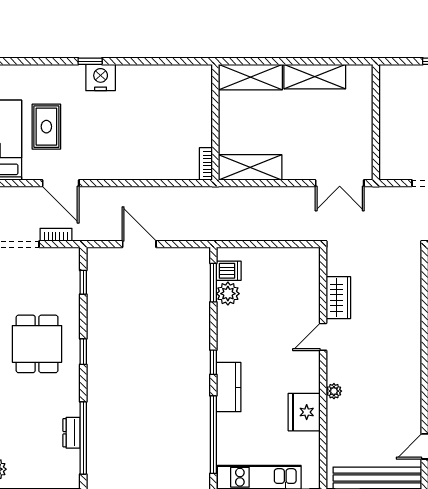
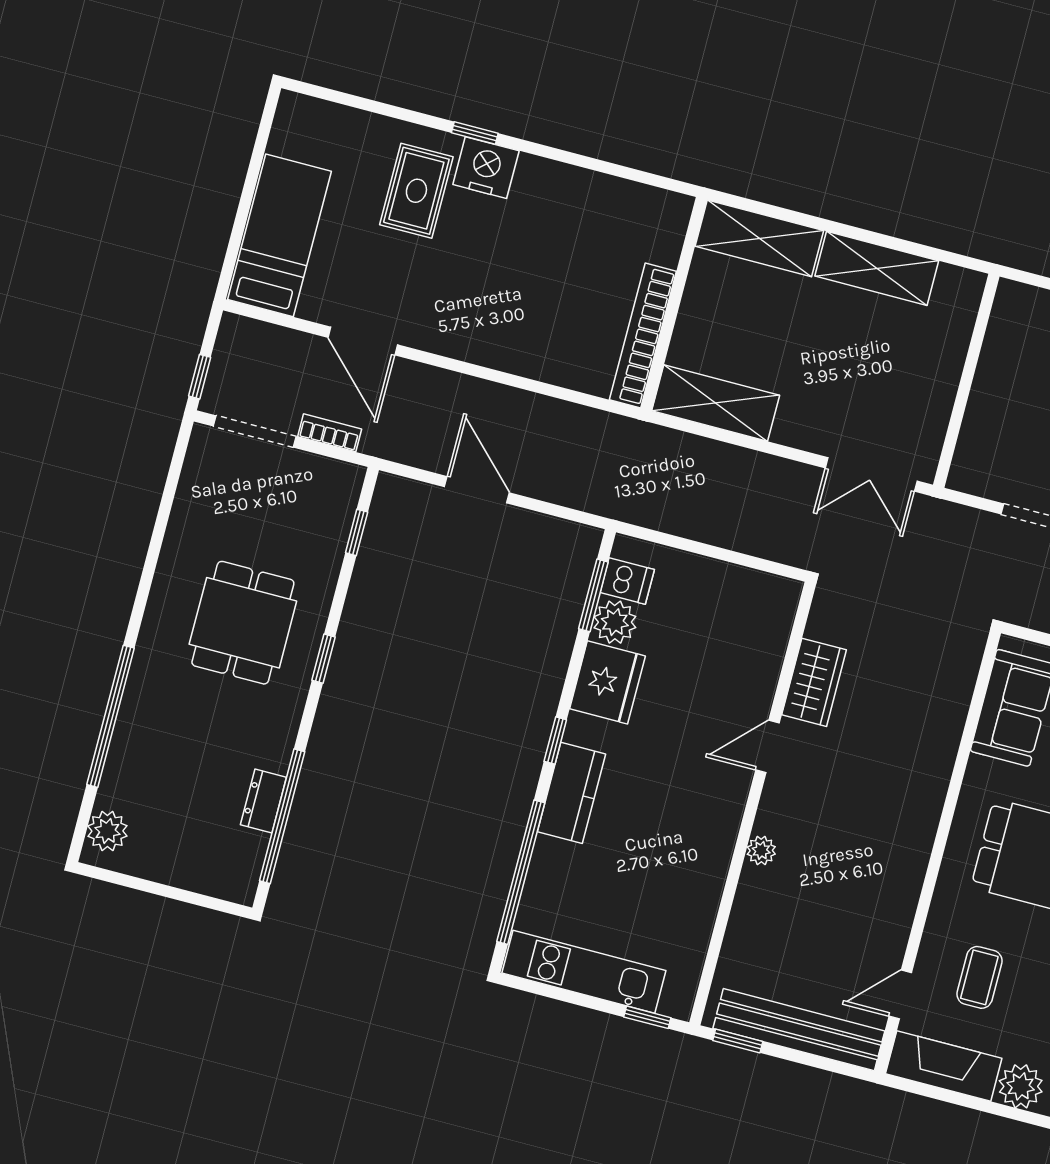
rug: (46, 127) -> (416, 191), moved
bookcase: (206, 164) -> (643, 335), width x2.31, depth x1.31
fridge: (304, 412) -> (607, 682), moved, turned 180

